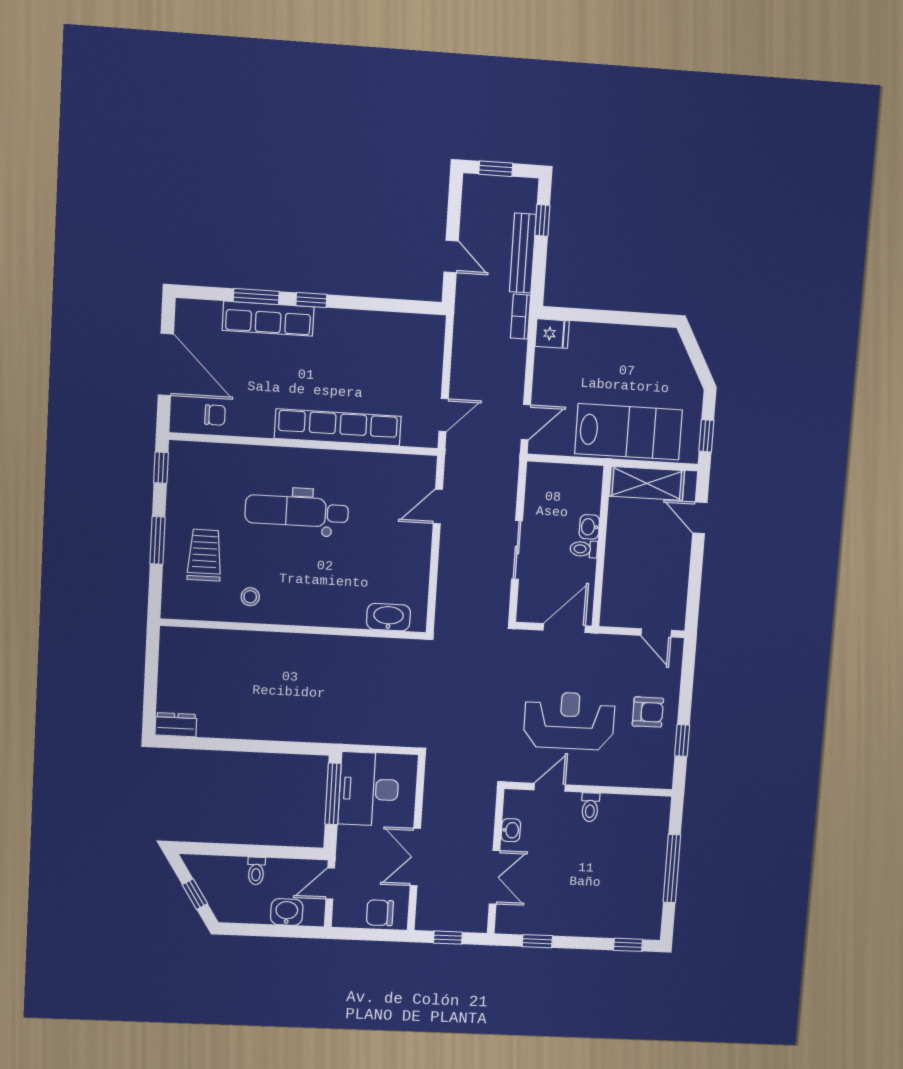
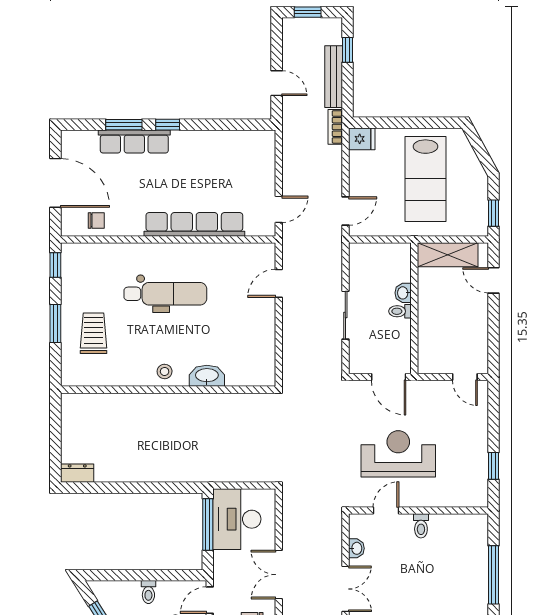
lab bench: (629, 432) -> (425, 179), moved, turned 90
dental chair: (297, 511) -> (165, 294), turned 180
stool: (250, 597) -> (165, 371), moved
washbasin: (388, 617) -> (207, 376), moved
door: (564, 628) -> (389, 377), swing flipped
armchair: (648, 712) -> (463, 443), removed

